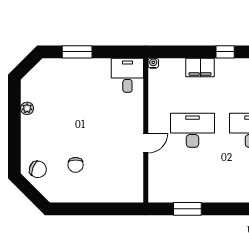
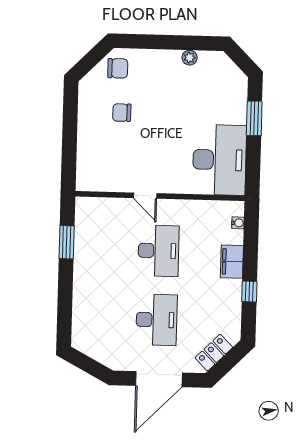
water cooler: (153, 63) -> (238, 223), moved
desk: (127, 75) -> (219, 160), width x1.87, depth x1.30
chair: (38, 169) -> (118, 68), turned -111

